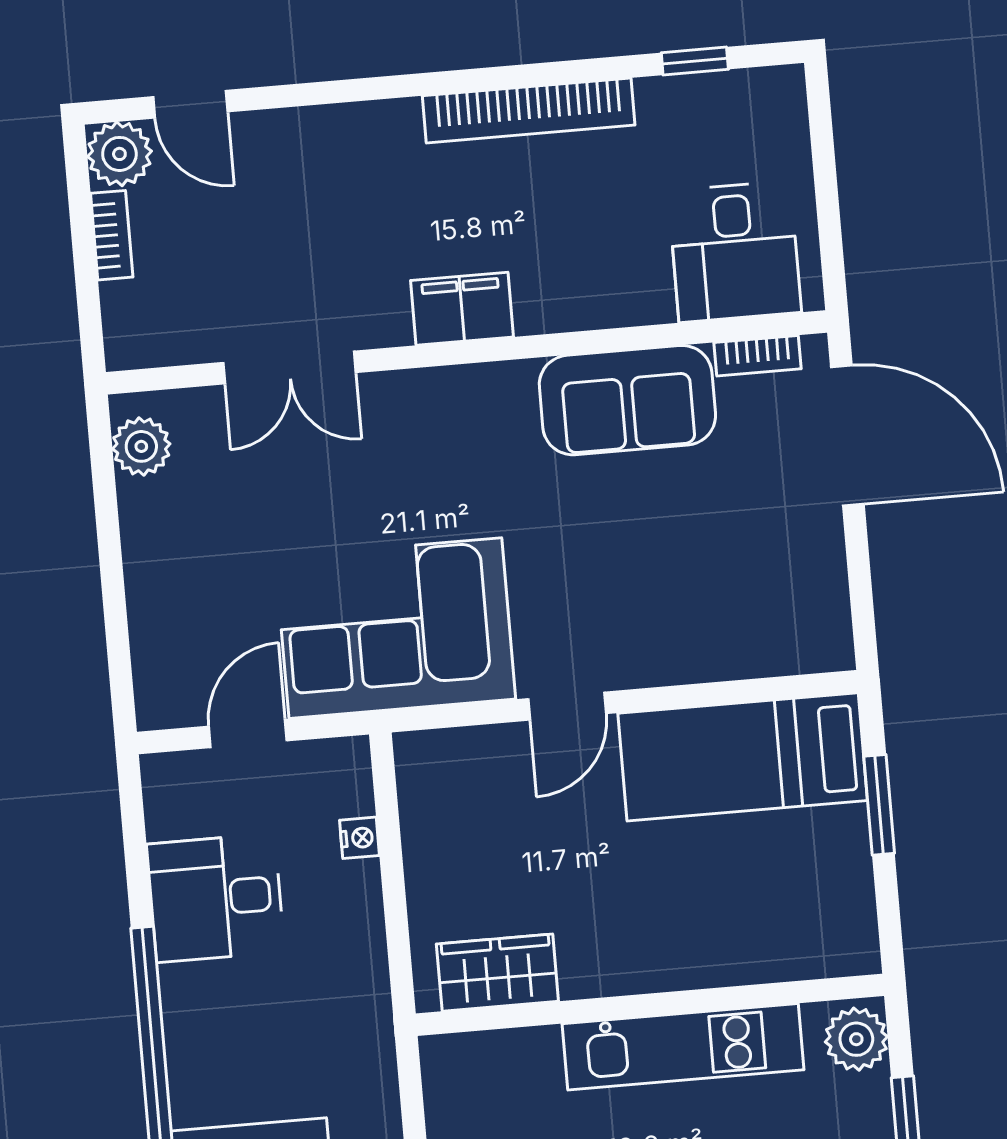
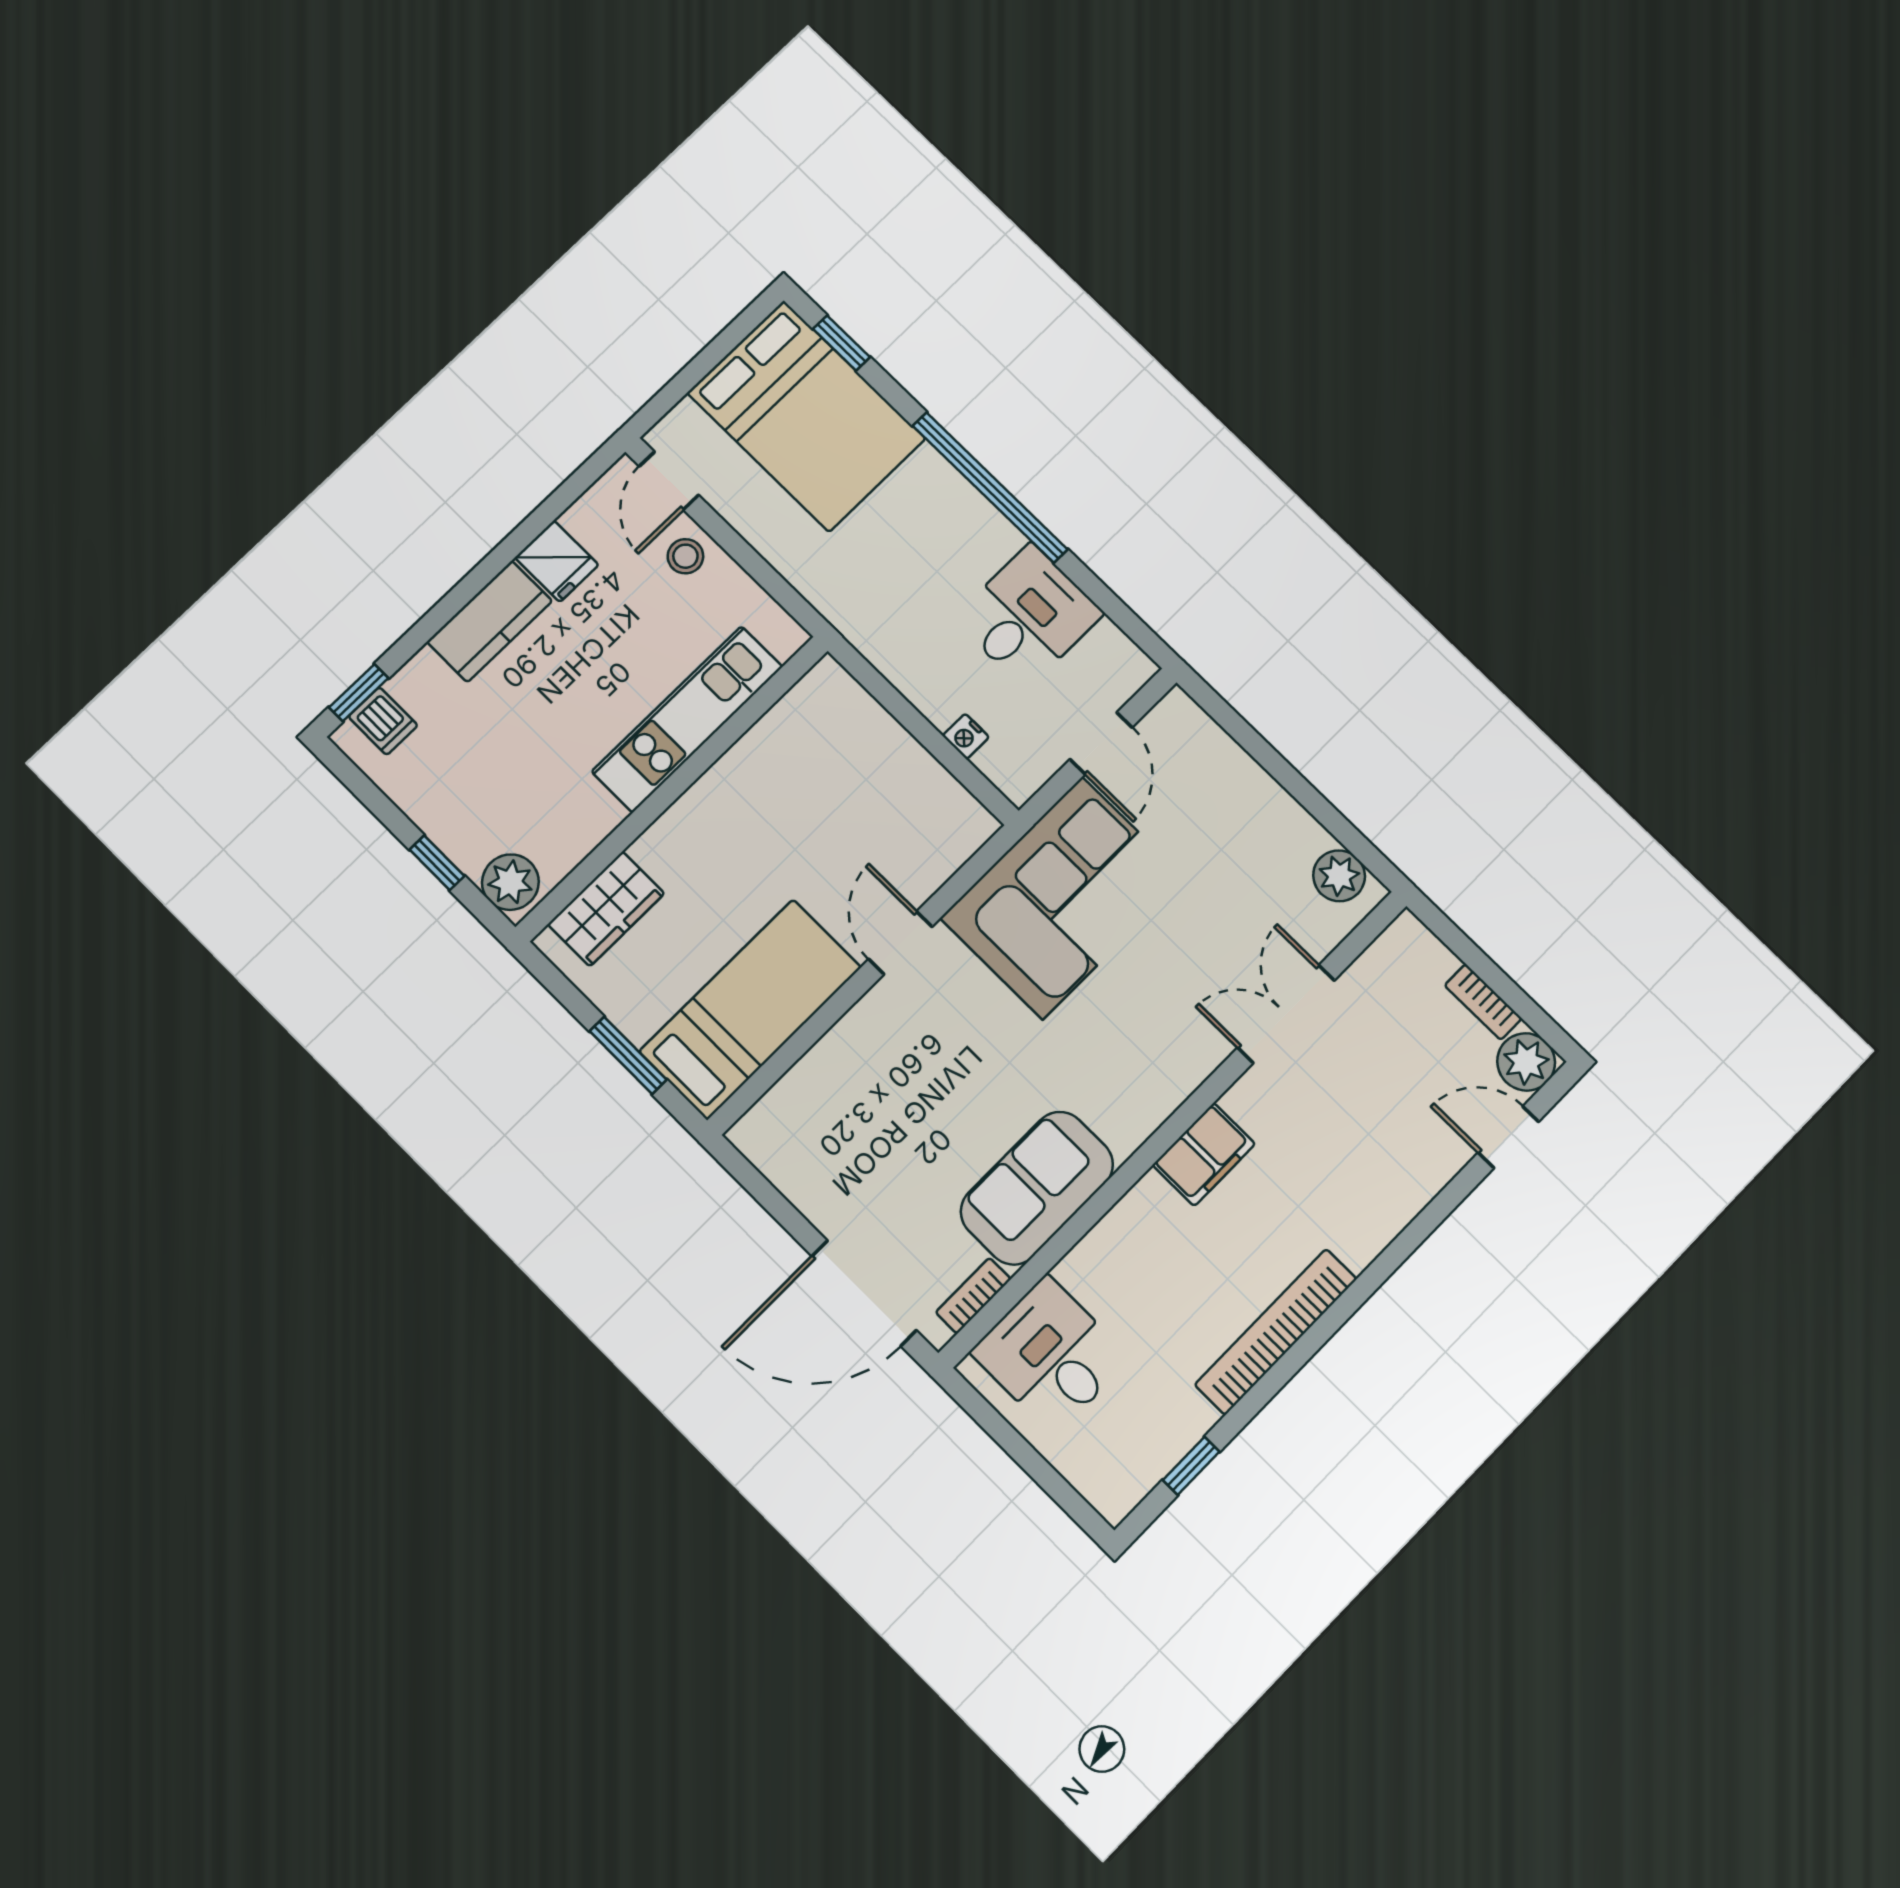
wardrobe: (497, 973) -> (606, 909), moved
kitchen unit: (683, 1047) -> (687, 719), moved

